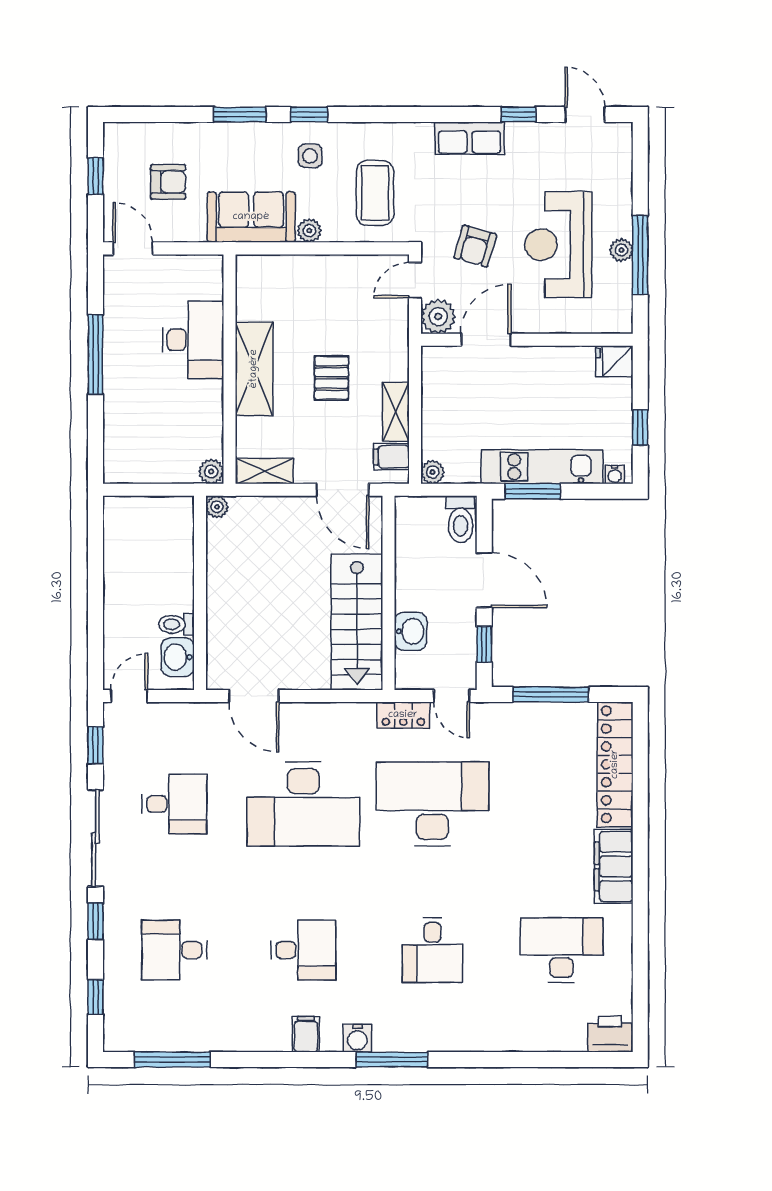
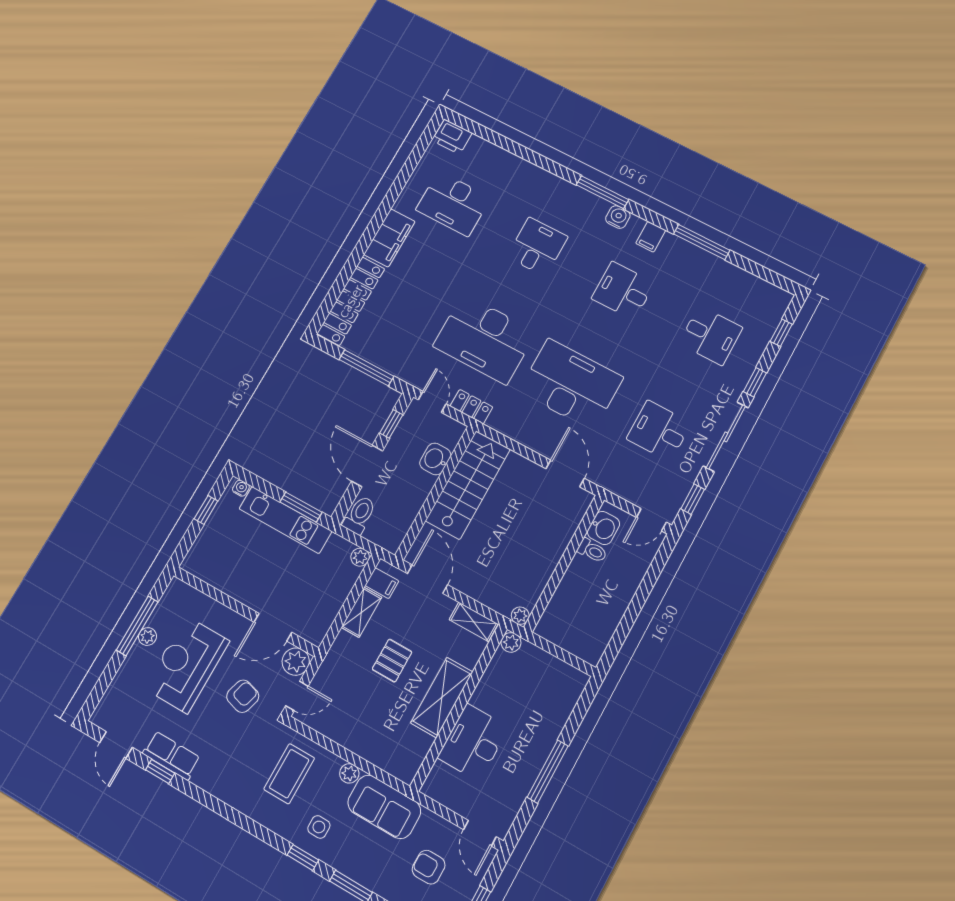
row of seats: (470, 138) -> (171, 756), moved
reception desk: (558, 245) -> (187, 665), turned 180
fridge: (614, 361) -> (197, 564), removed
window: (172, 1060) -> (702, 242), moved

